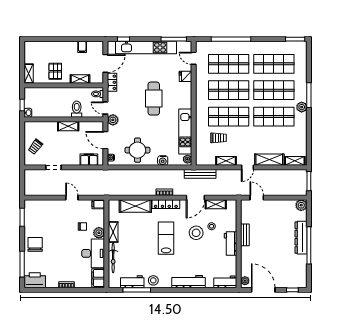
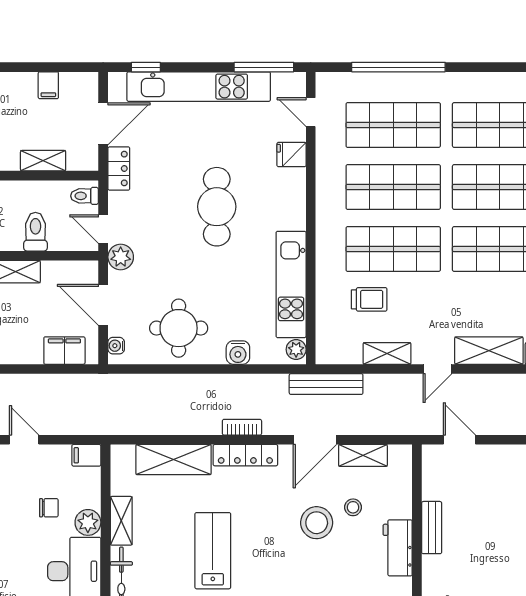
lab bench: (166, 238) -> (213, 551), moved

